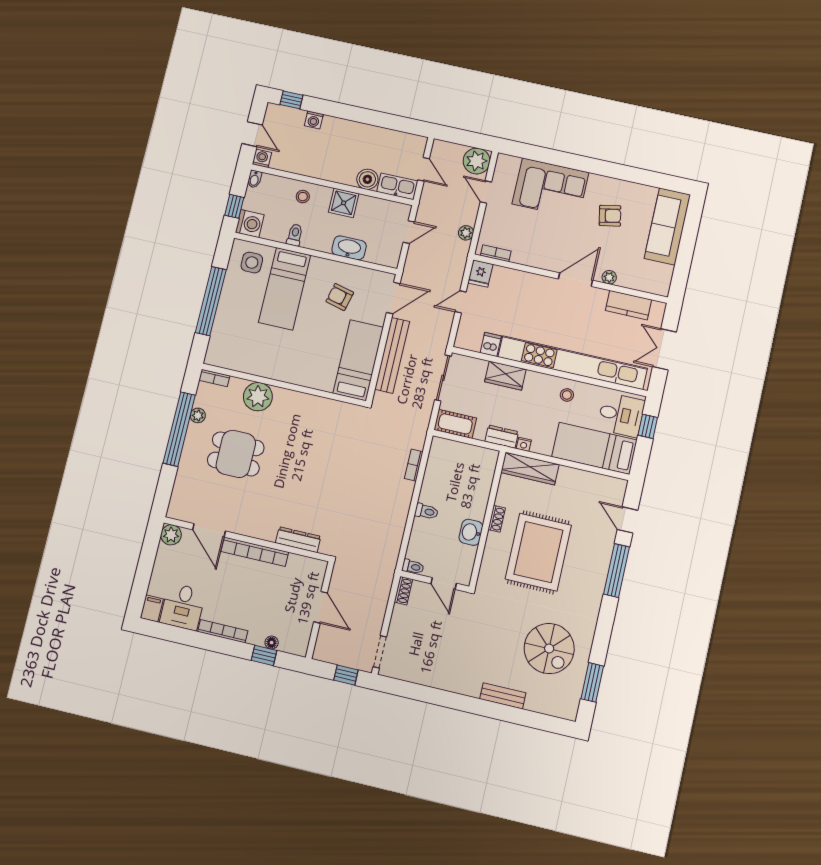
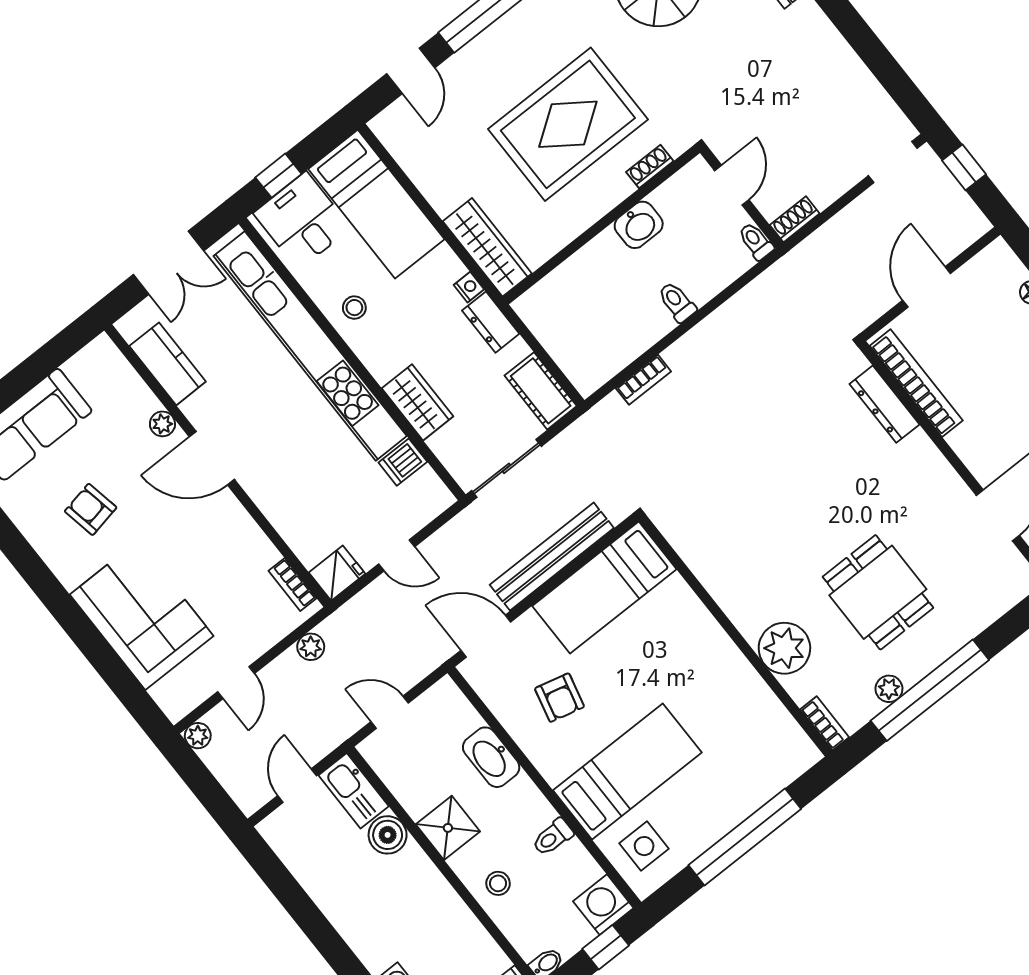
plant: (477, 161) -> (198, 736), width x0.53, depth x0.53
shoe rack: (497, 519) -> (650, 167), moved
bookcase: (255, 552) -> (916, 383), moved

